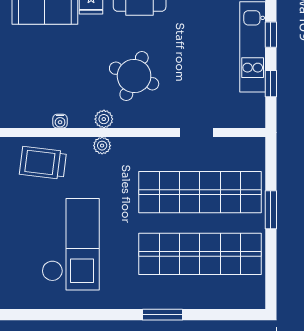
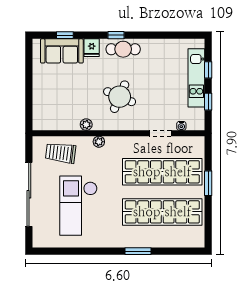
plant: (104, 119) -> (86, 125), moved
water cooler: (60, 121) -> (181, 126), moved
checkout: (71, 244) -> (78, 206), turned 180

